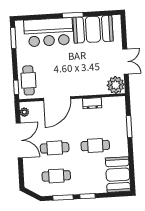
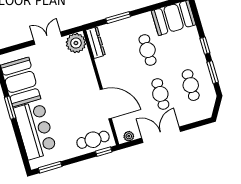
dresser: (92, 103) -> (96, 43), moved, width x1.44

